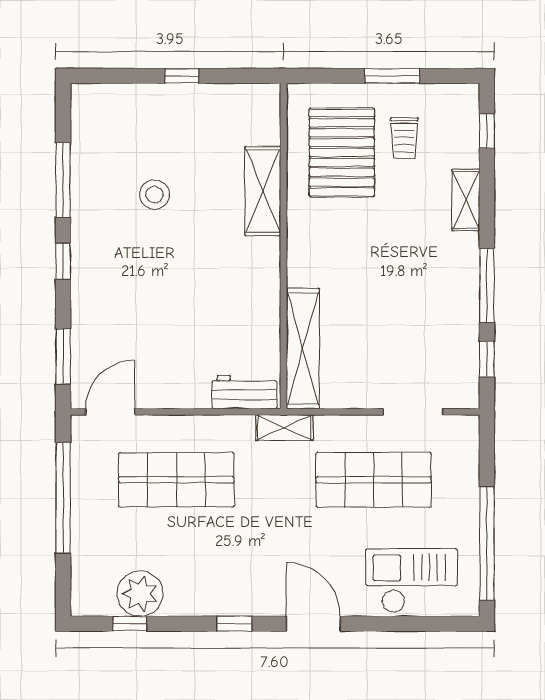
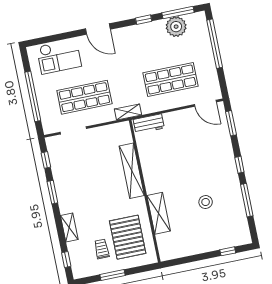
window: (182, 76) -> (228, 251), moved
window: (487, 286) -> (52, 192), width x0.69
shelving: (303, 349) -> (132, 171), moved
door: (110, 412) -> (205, 103), hinge flipped
window: (63, 498) -> (215, 44), moved
window: (487, 543) -> (33, 96), moved
window: (130, 624) -> (178, 13), width x2.17
window: (234, 624) -> (144, 20), moved

